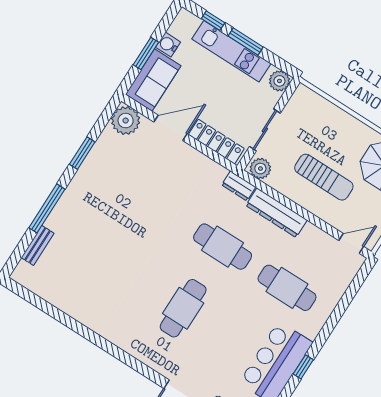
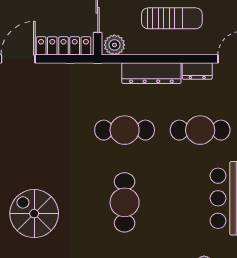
dresser: (239, 186) -> (197, 71), moved
spiral stairs: (100, 269) -> (34, 214), added

